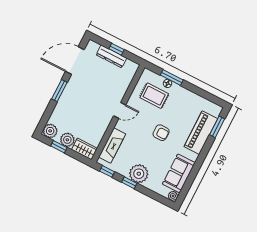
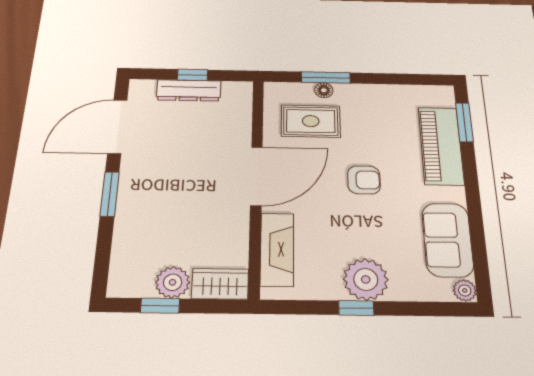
door: (120, 110) -> (256, 176), width x1.87
plant: (50, 131) -> (125, 282), removed
window: (107, 171) -> (295, 307), removed

